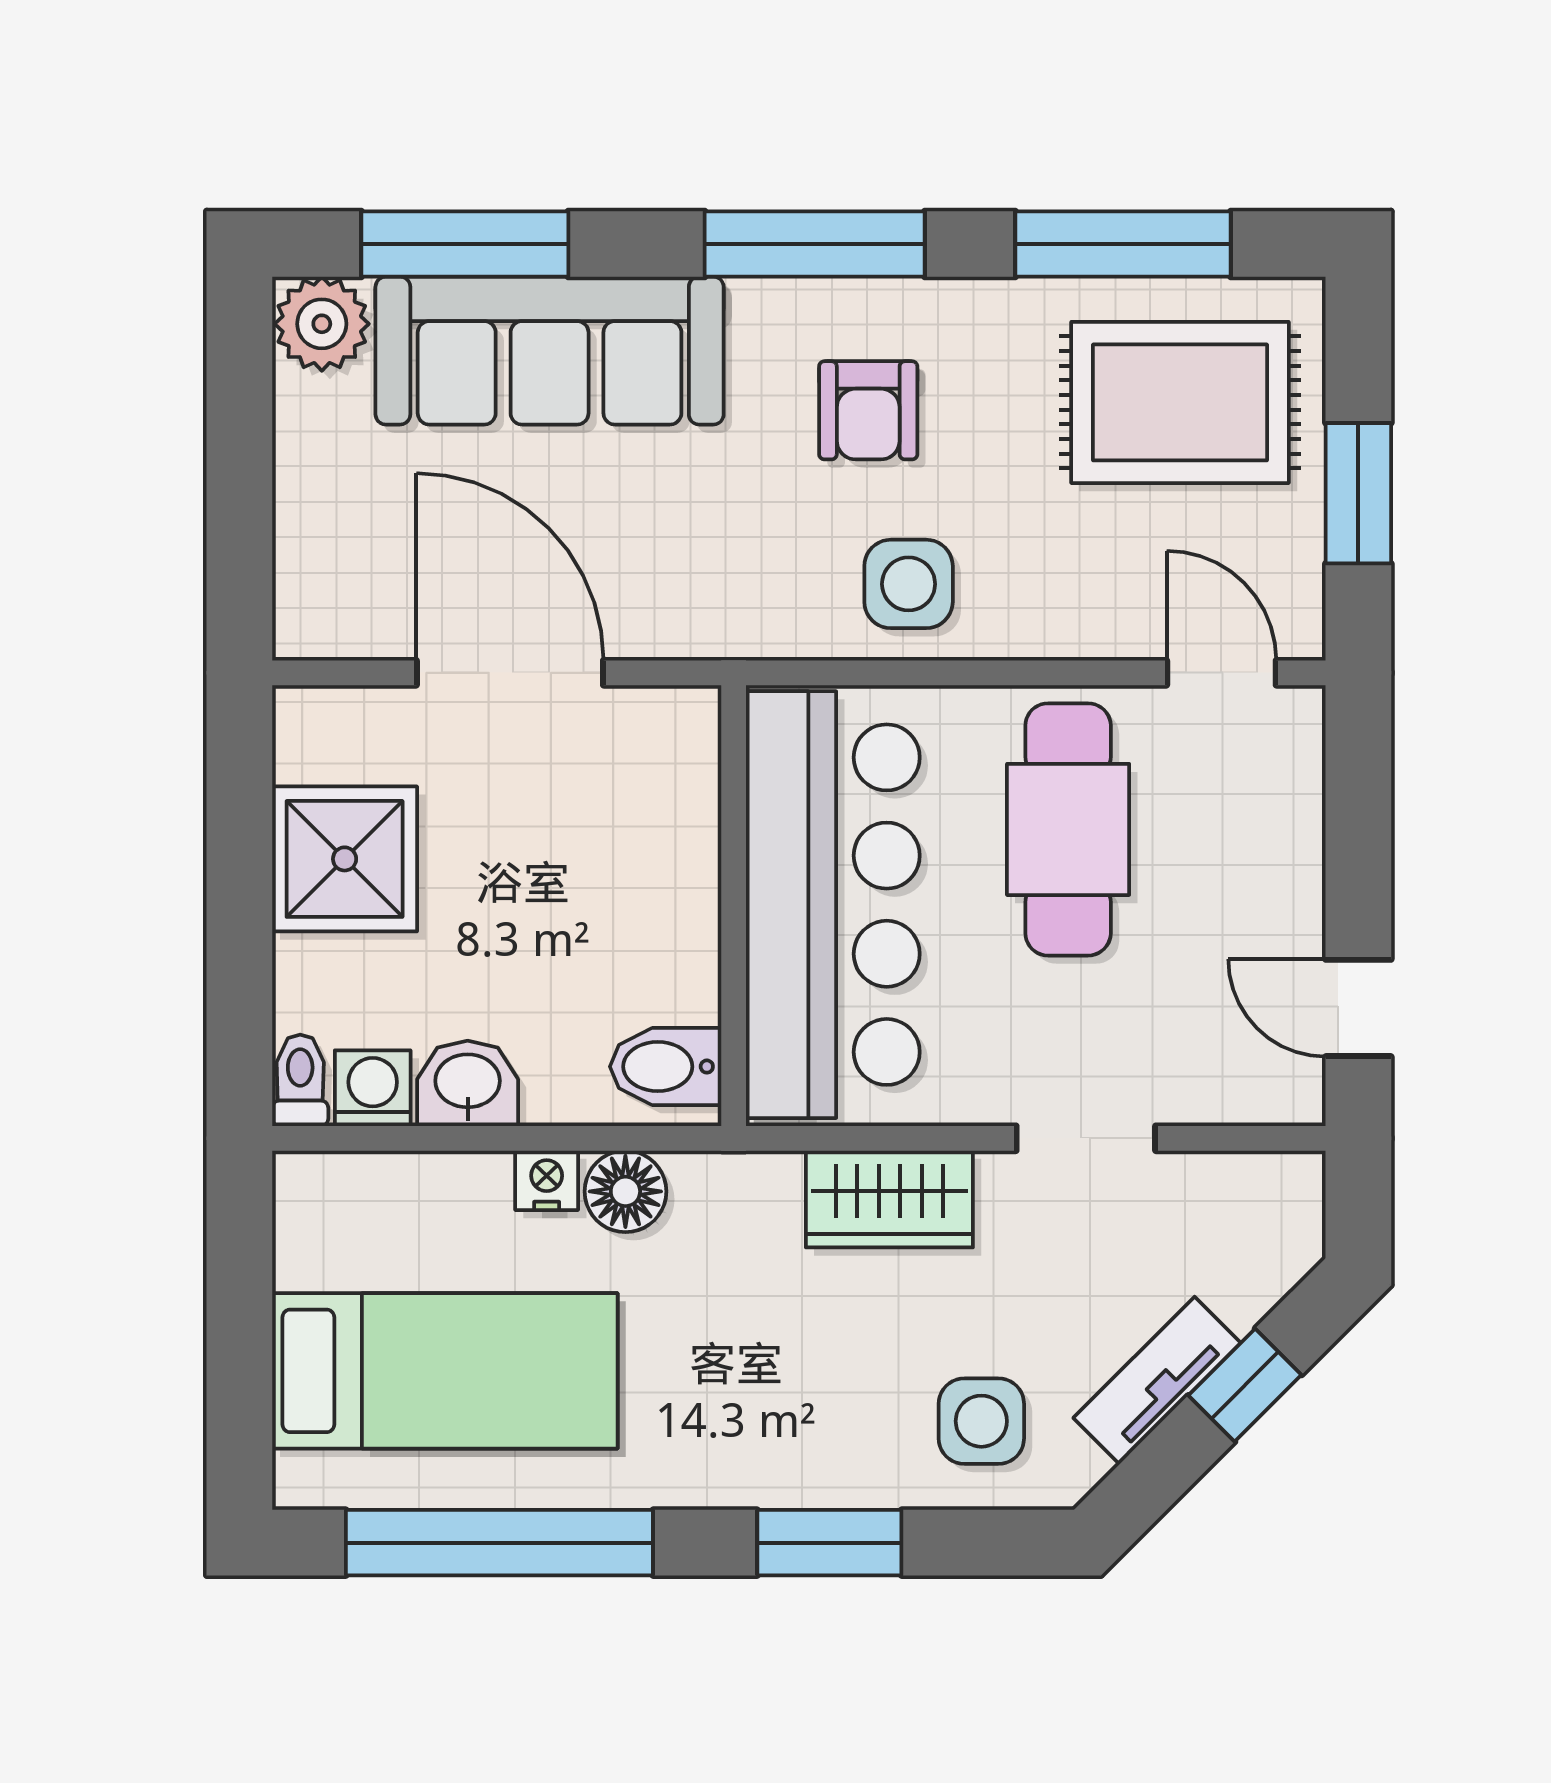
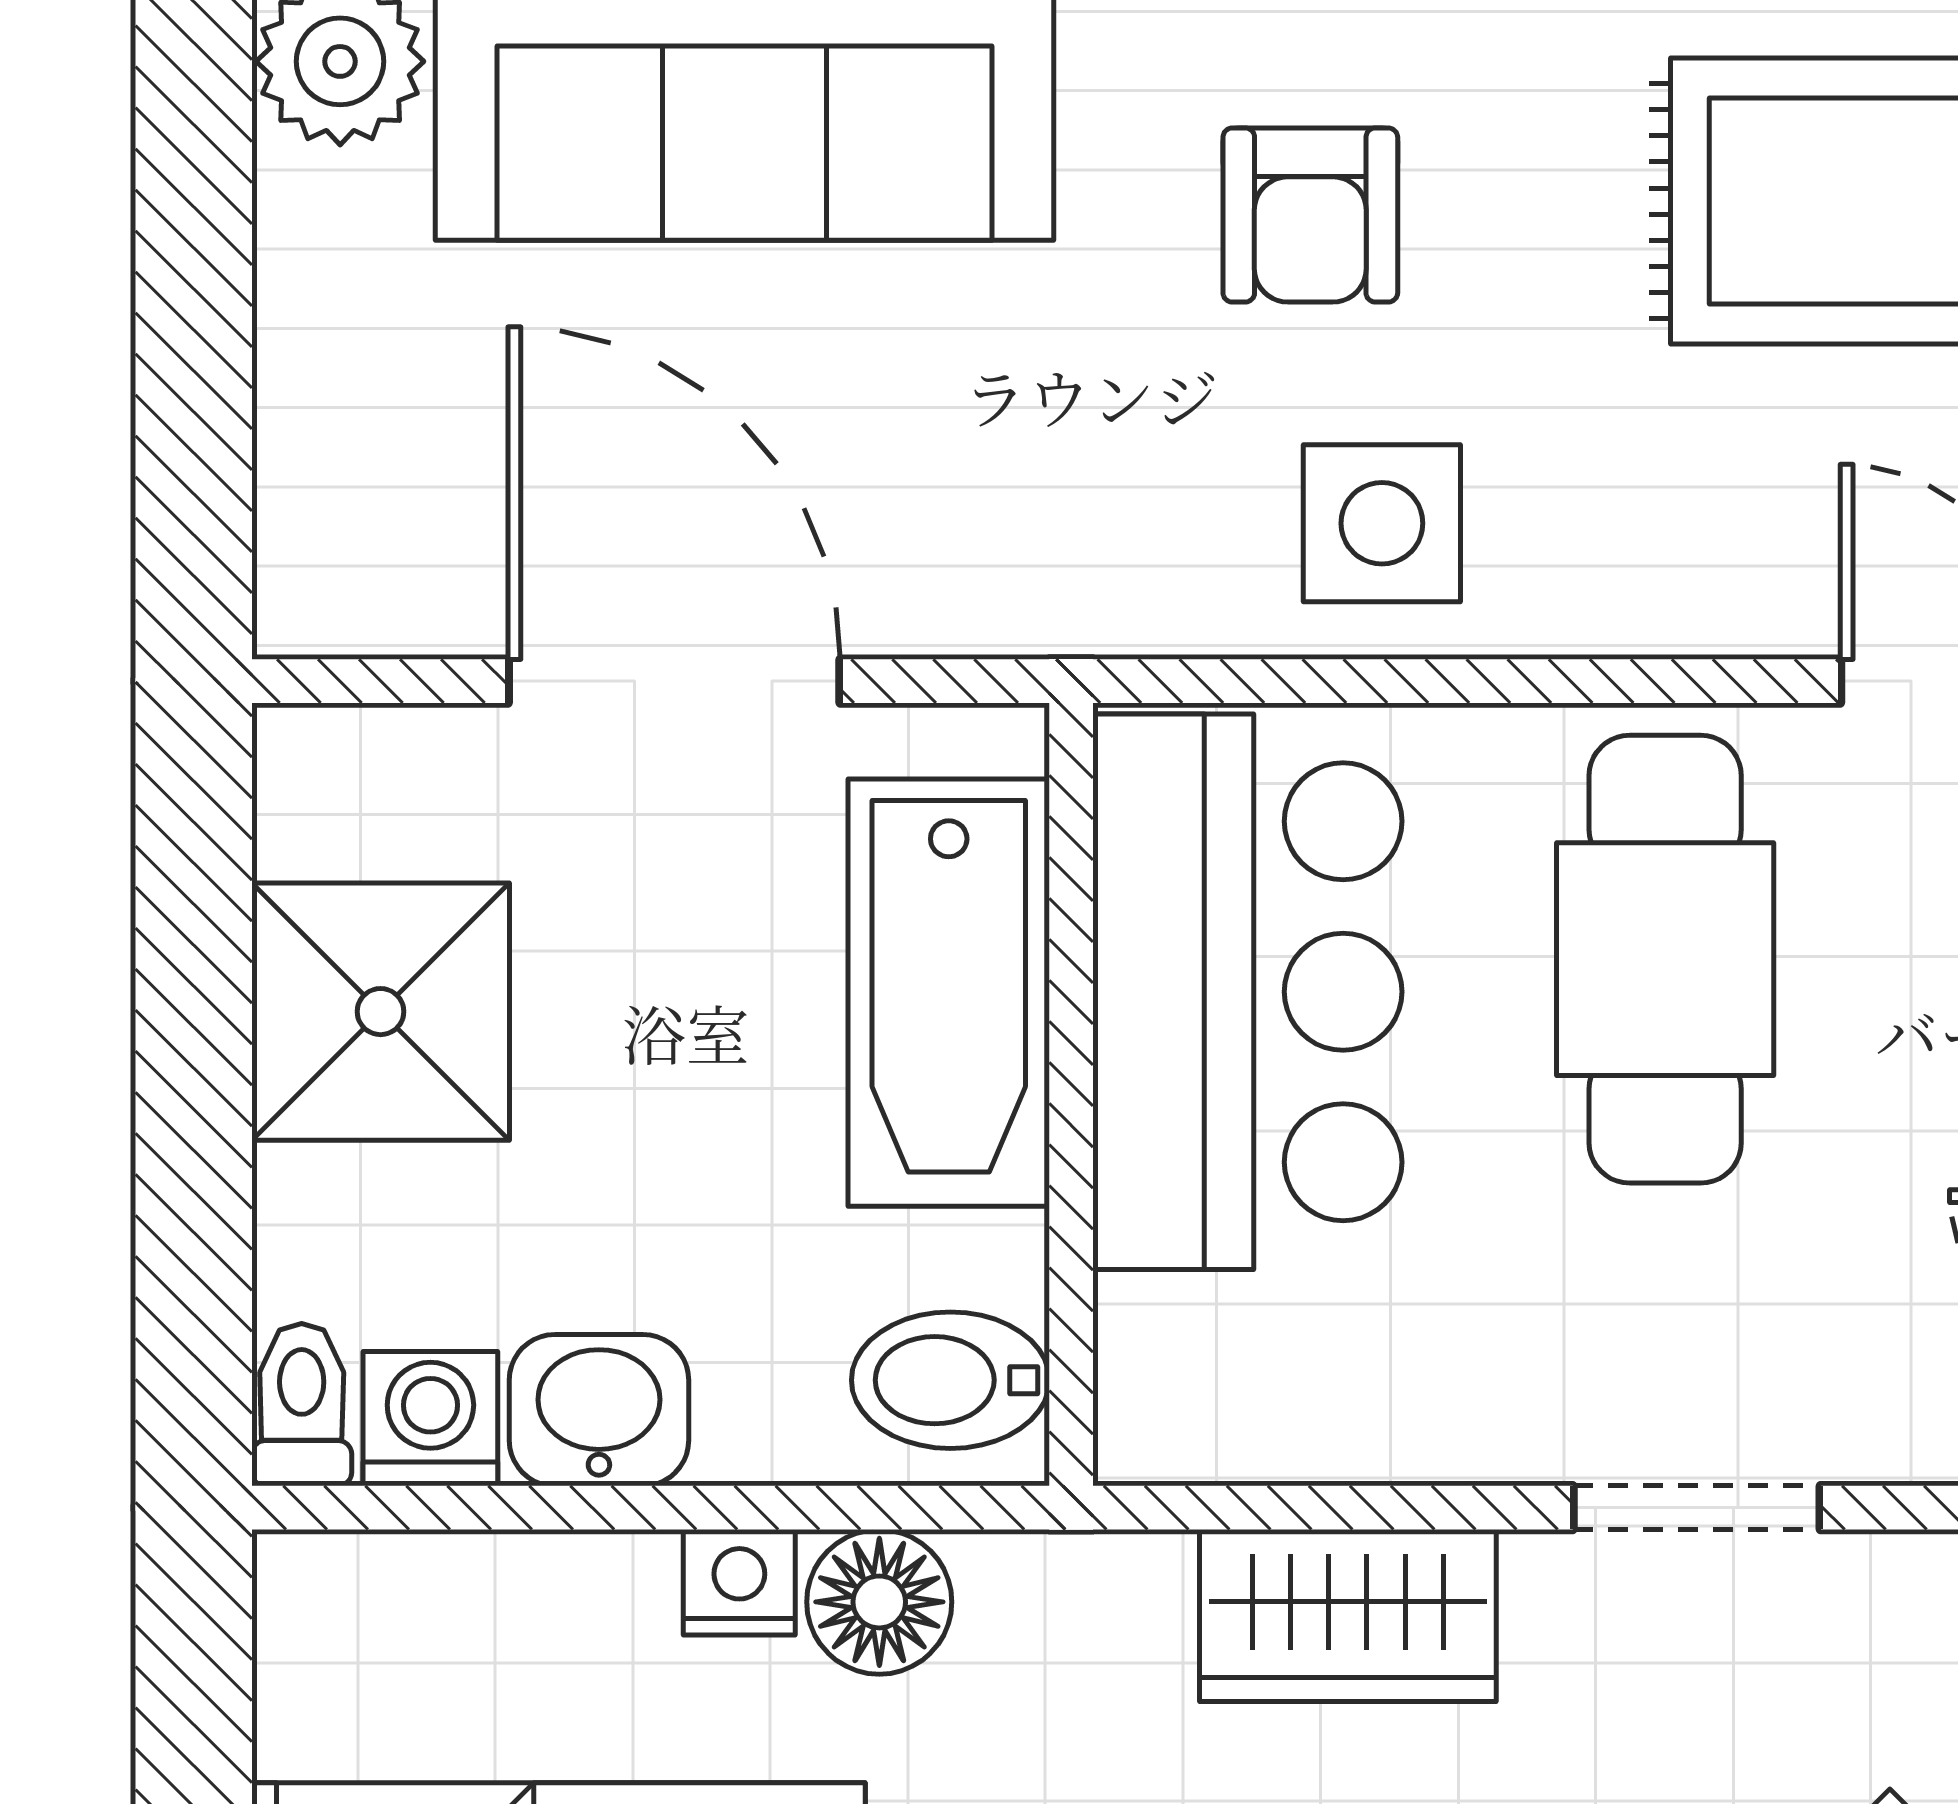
bathtub: (665, 848) -> (949, 993), added
bar counter: (833, 905) -> (1247, 992), width x0.73

